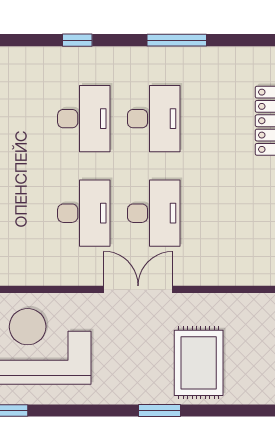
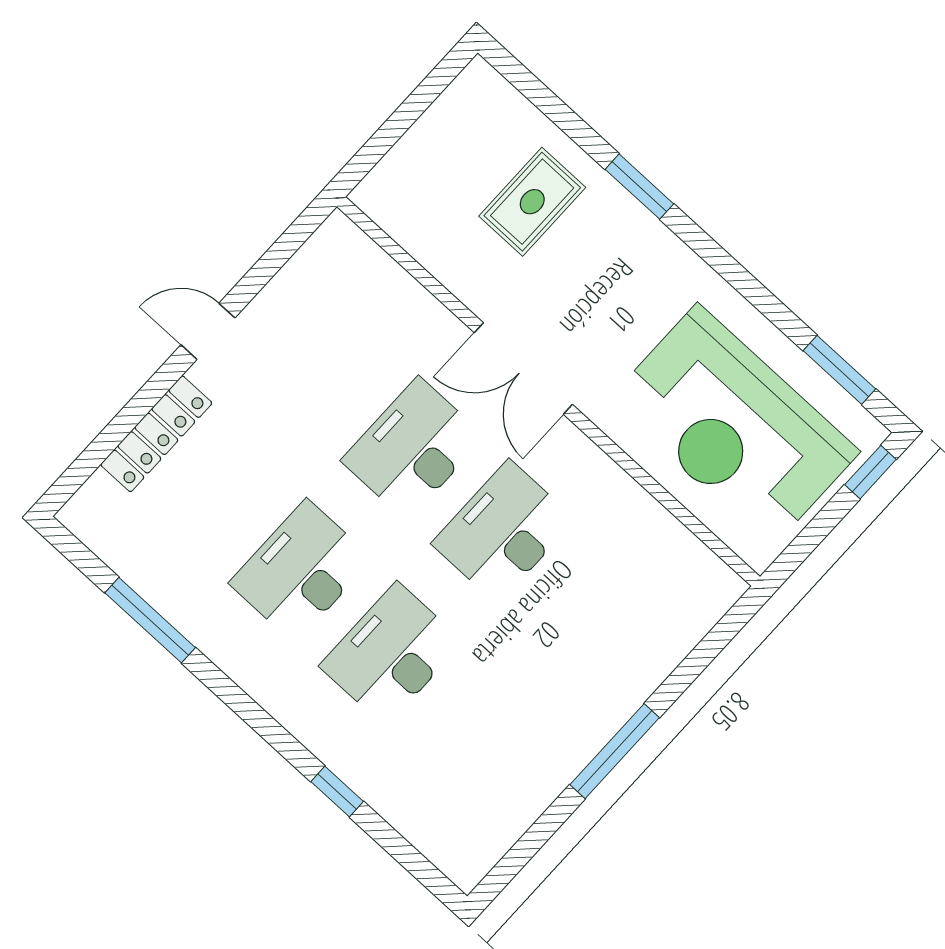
window: (77, 40) -> (337, 792), moved
window: (177, 40) -> (150, 620), moved
rug: (199, 363) -> (532, 202), width x0.73, depth x0.70

